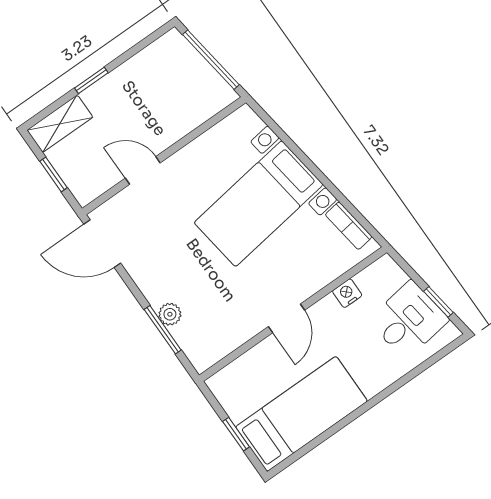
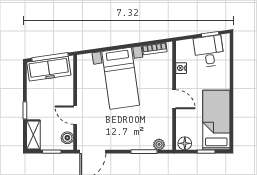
freezer: (190, 71) -> (49, 69), added
door: (143, 170) -> (75, 115), hinge flipped
boiler: (95, 184) -> (67, 138), added
plant: (170, 314) -> (159, 144), moved
floor lamp: (225, 388) -> (185, 143), added

